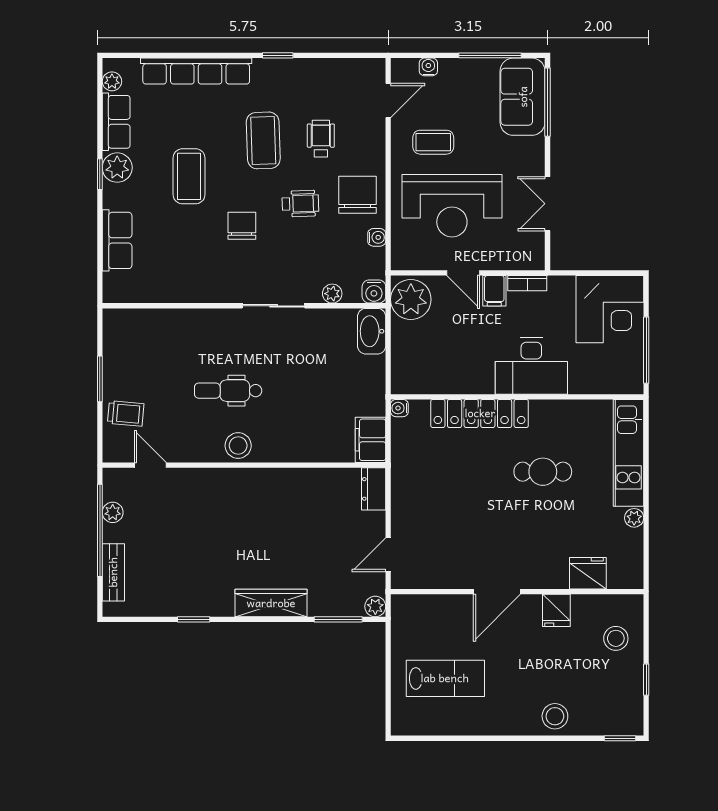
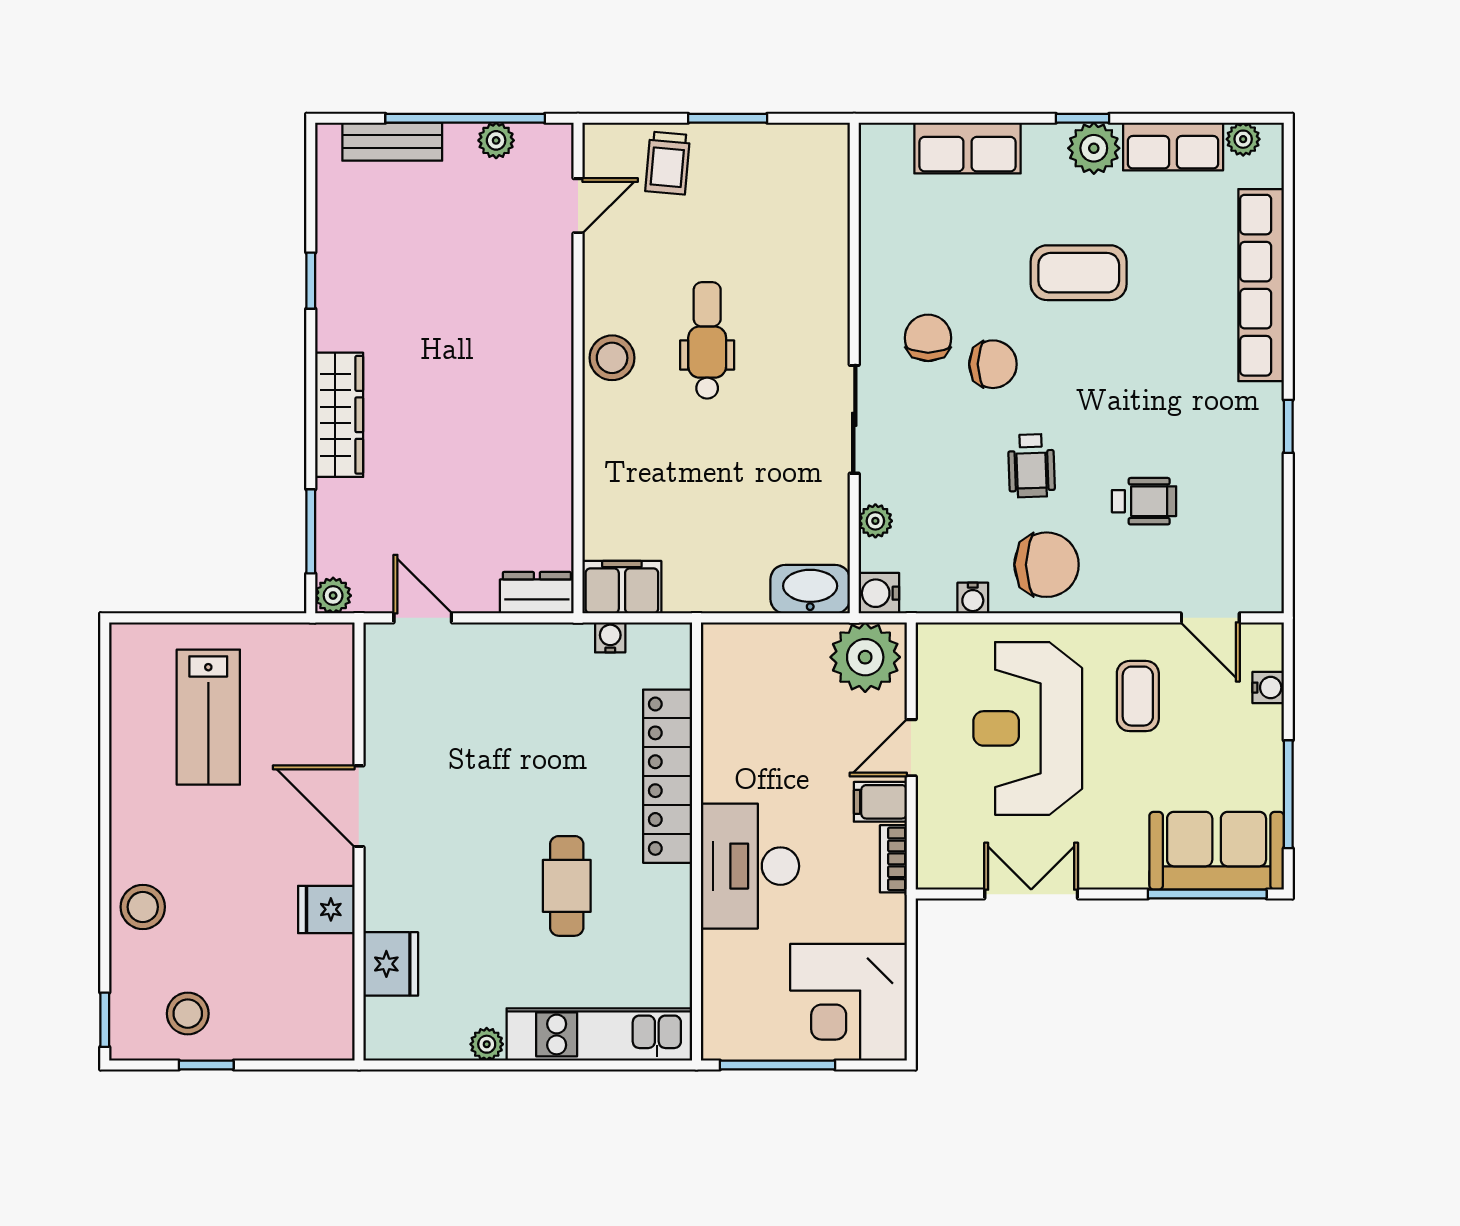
coffee table: (263, 140) -> (1141, 401), removed
chair: (227, 263) -> (928, 338), added
water cooler: (399, 408) -> (610, 637), moved
stool: (616, 638) -> (188, 1014), moved

